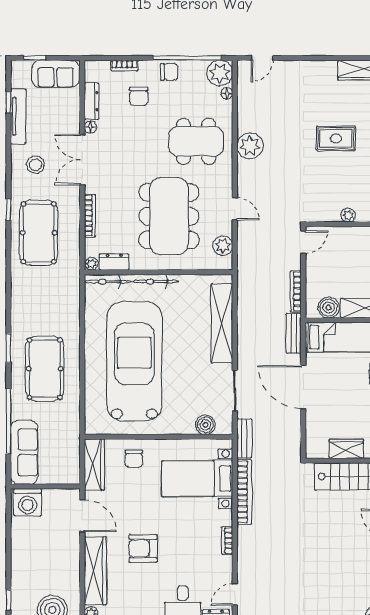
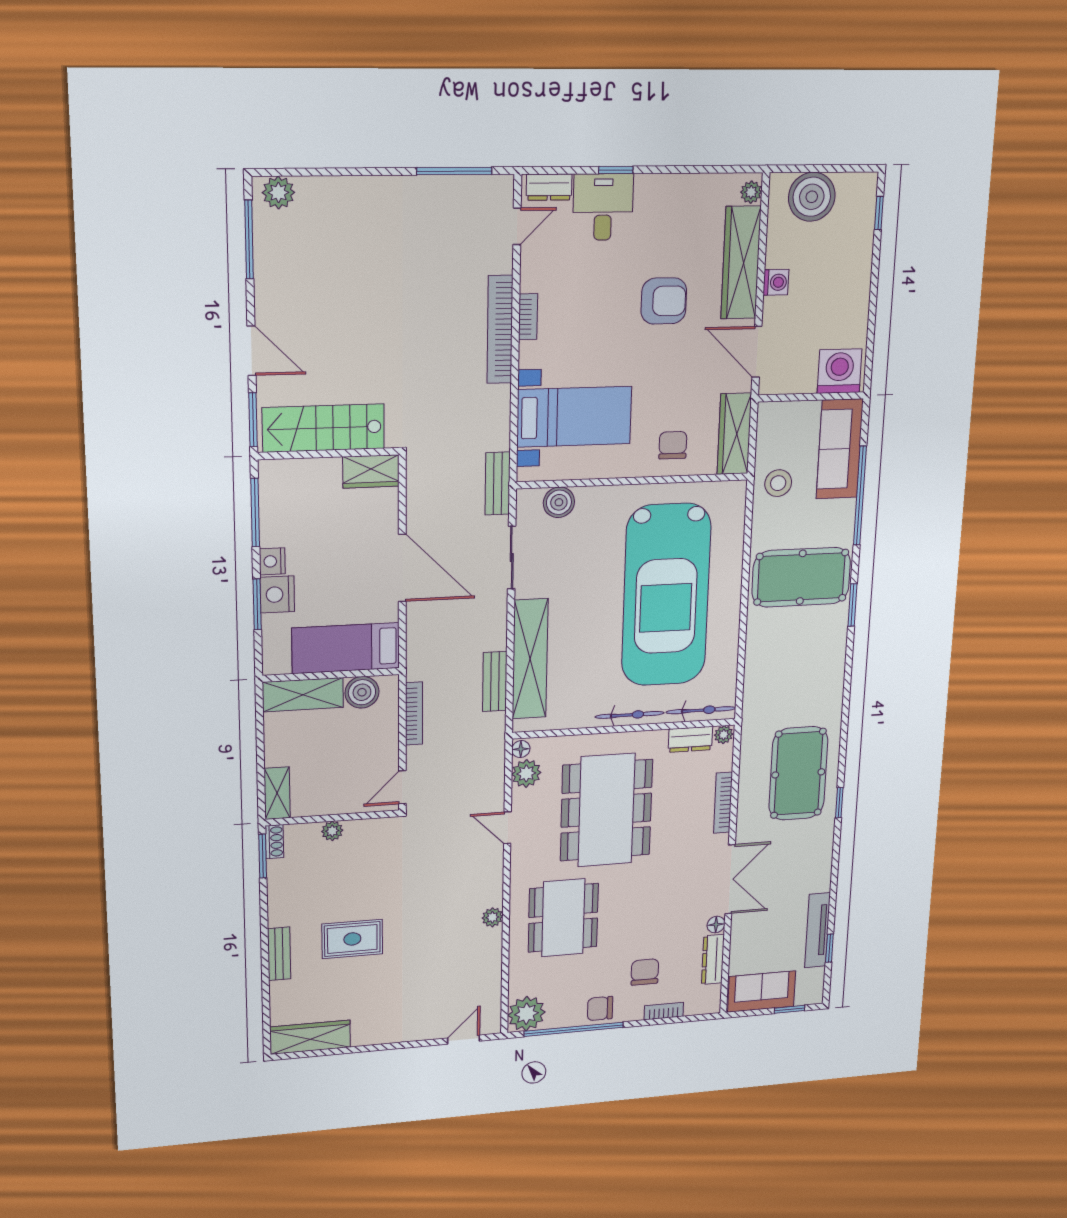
floor lamp: (227, 93) -> (521, 749), moved
dining table: (196, 141) -> (563, 918), turned 90
plant: (250, 146) -> (492, 917), width x0.53, depth x0.53
stool: (35, 165) -> (778, 483), moved
bench: (294, 333) -> (495, 681), moved
pool table: (45, 369) -> (801, 577), turned 90
wardrobe: (346, 449) -> (371, 471), moved
bookcase: (244, 492) -> (500, 330), moved
washing machine: (72, 559) -> (776, 282), added

